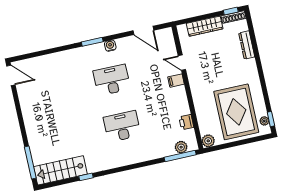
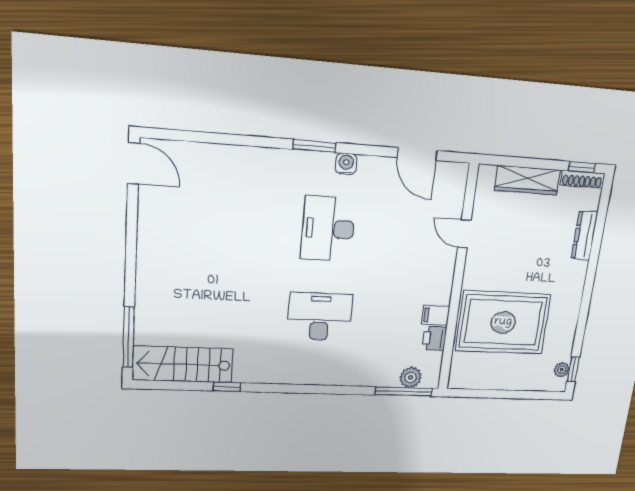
desk: (112, 80) -> (328, 229), turned -90
filing cabinet: (176, 81) -> (436, 315), moved
rug: (236, 112) -> (503, 322), moved, turned 90
plant: (208, 141) -> (459, 379), removed

